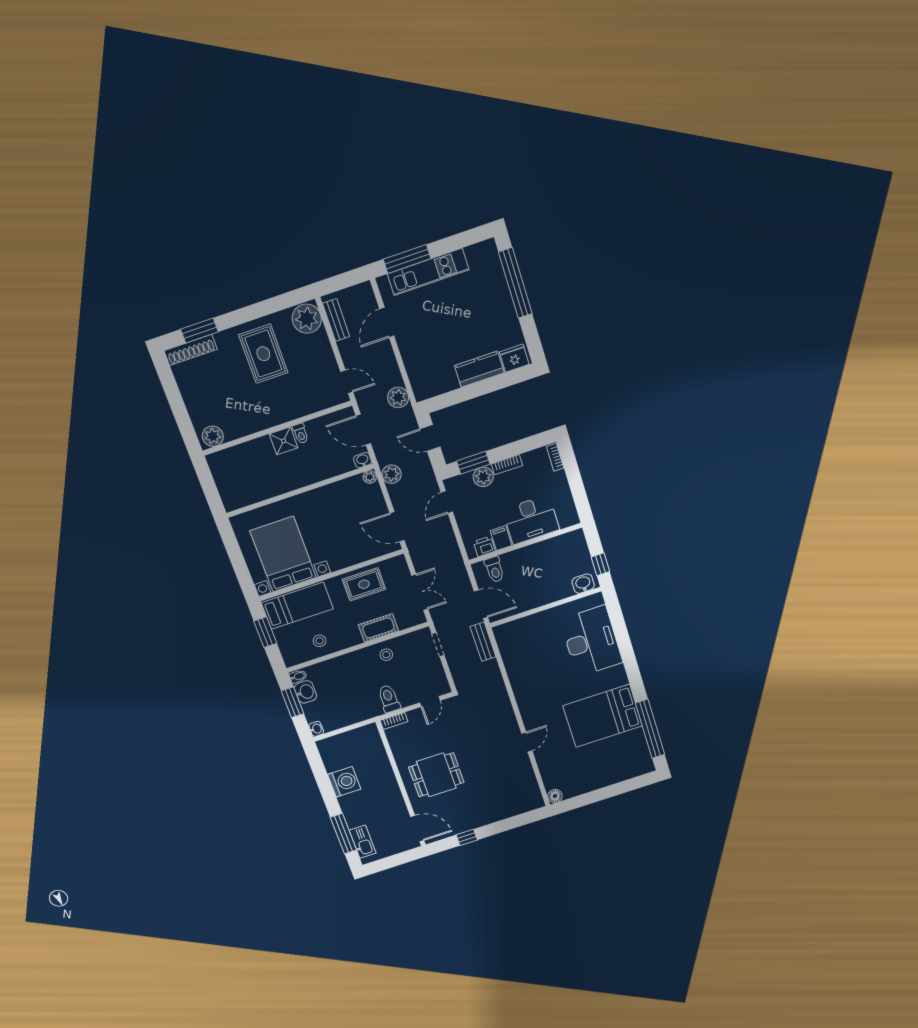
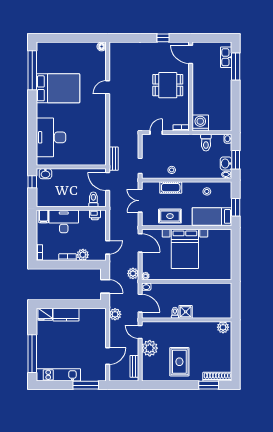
kitchen unit: (428, 272) -> (58, 375), moved
plant: (307, 319) -> (150, 348), moved
window: (473, 463) -> (86, 265), removed
filing cabinet: (501, 538) -> (44, 216), moved
bed with nightstands: (283, 554) -> (185, 249), moved
toilet: (389, 699) -> (206, 143), moved
washing machine: (344, 782) -> (200, 123), moved, turned 90

